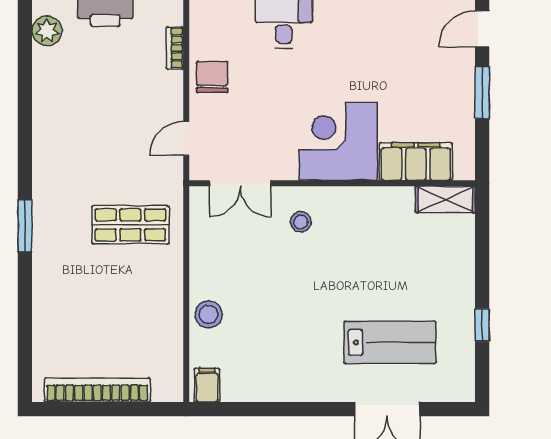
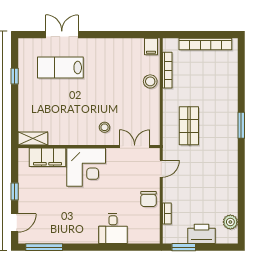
window: (482, 92) -> (15, 191), width x0.67
shop shelf: (130, 225) -> (189, 126), turned 90
bookcase: (174, 337) -> (167, 70), added

